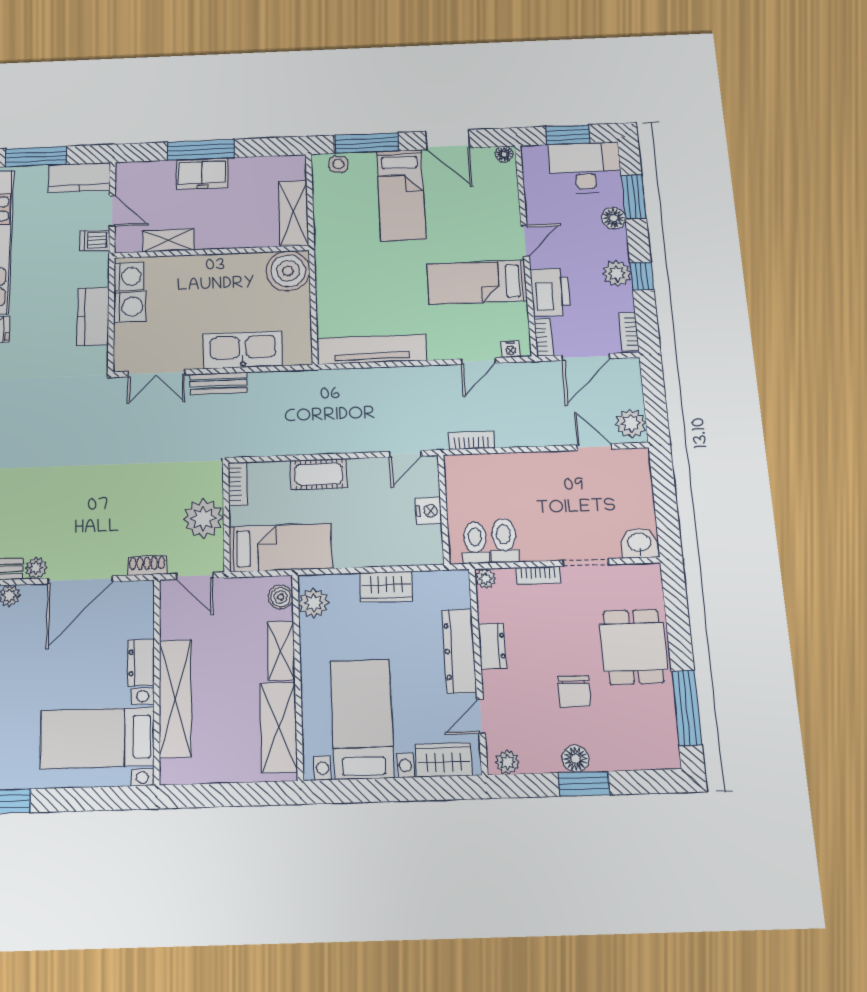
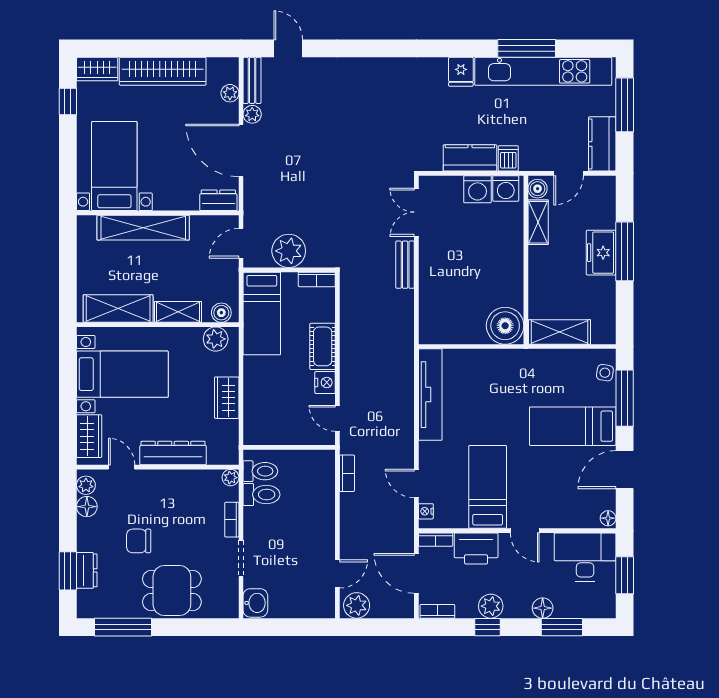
desk: (585, 168) -> (585, 557), moved, turned -90
dishwasher: (95, 241) -> (508, 158), moved
boiler: (129, 243) -> (538, 189), added
kitchen sink: (243, 350) -> (434, 286), removed
nightstand: (429, 511) -> (325, 382), moved, turned -90
shoe rack: (147, 566) -> (251, 205), removed
dresser: (492, 646) -> (87, 570), moved, turned -90
dresser: (141, 663) -> (218, 200), moved
floor lamp: (576, 759) -> (87, 507), moved
window: (584, 784) -> (68, 571), moved

